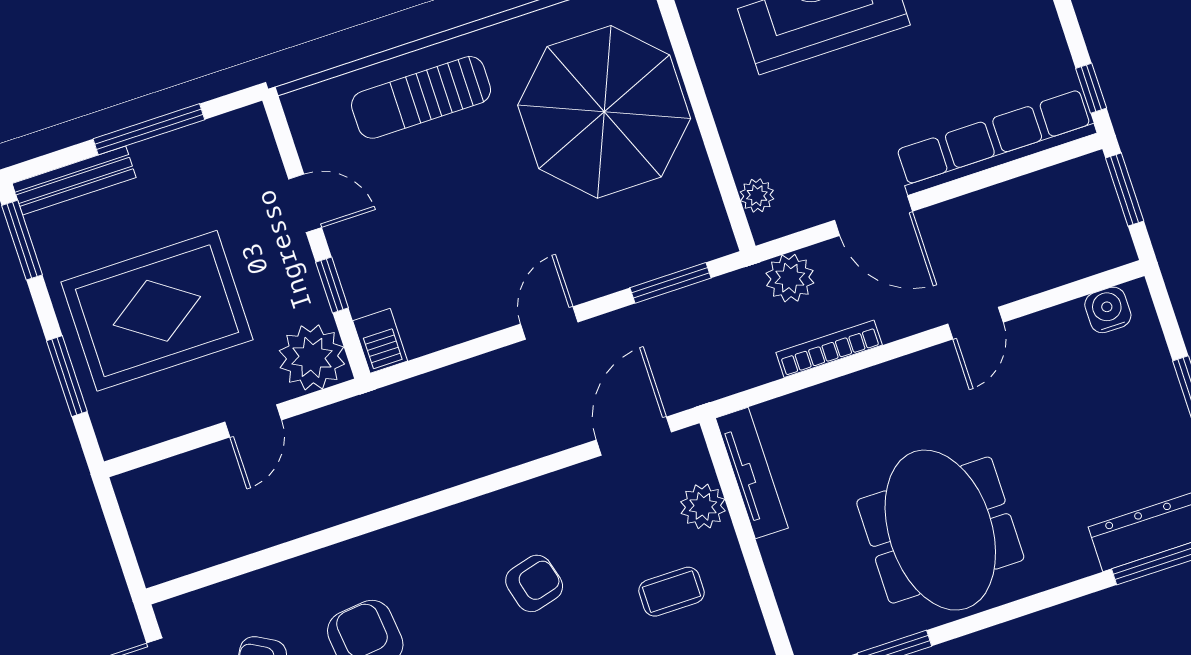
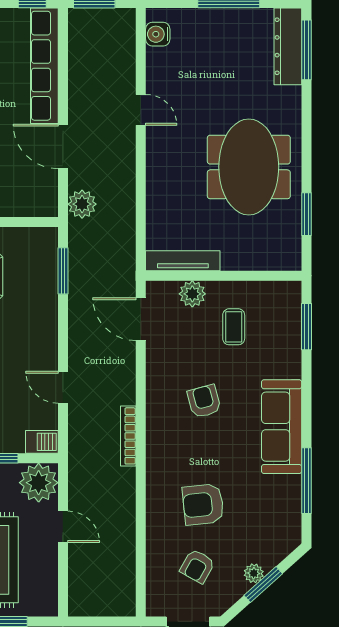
plant: (757, 195) -> (30, 207), removed
door: (874, 216) -> (63, 146), swing flipped
door: (549, 323) -> (63, 387), moved
bookcase: (829, 349) -> (128, 436), moved
meeting table: (940, 530) -> (249, 167), turned 90

